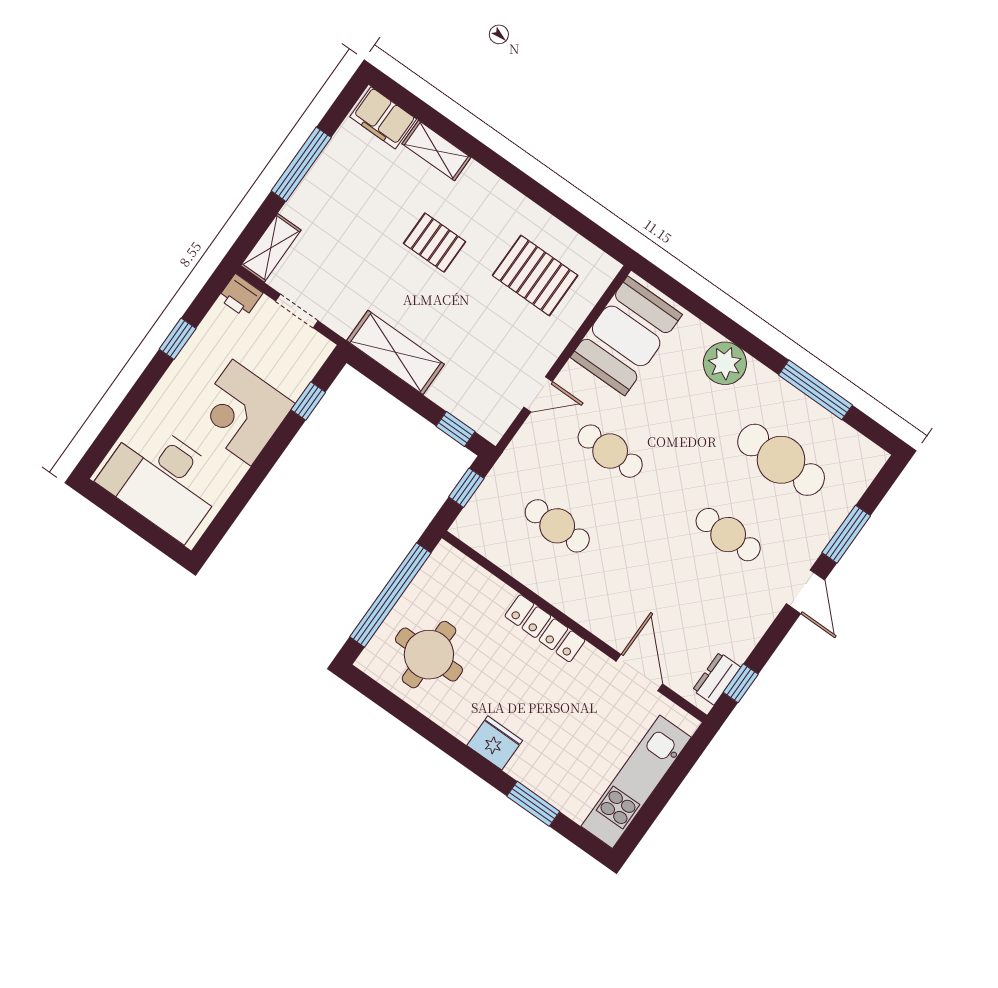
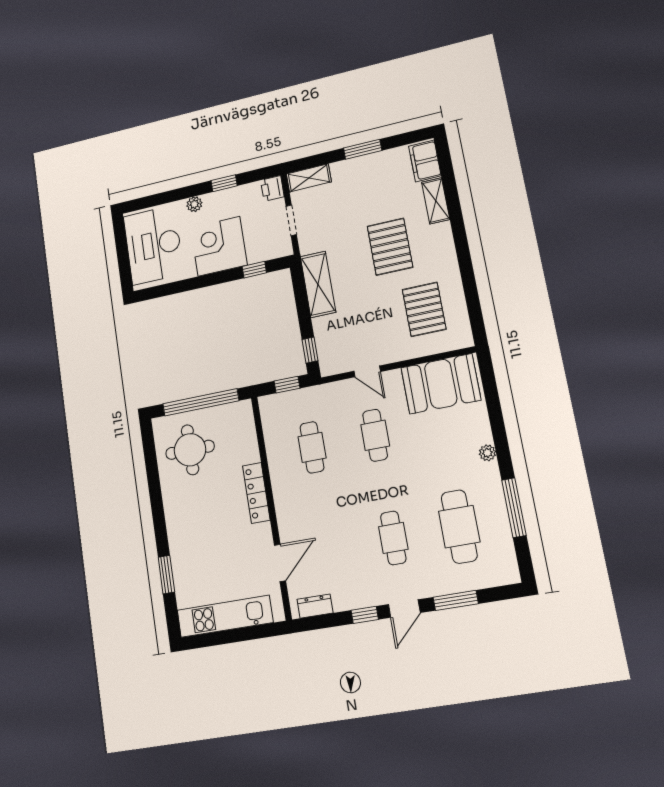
window: (301, 164) -> (363, 149), width x0.69
pallet: (435, 243) -> (390, 247), width x1.50, depth x1.42
plant: (725, 363) -> (487, 453), width x0.53, depth x0.53
plant: (166, 393) -> (194, 204), added
window: (741, 683) -> (365, 615), moved
fridge: (495, 743) -> (178, 525), removed

